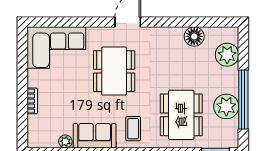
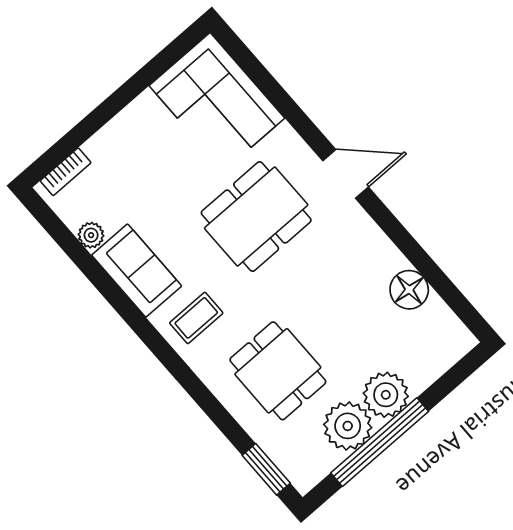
plant: (227, 55) -> (386, 395), moved
bookcase: (32, 101) -> (66, 172), moved
dining table: (181, 115) -> (278, 371), width x0.73

